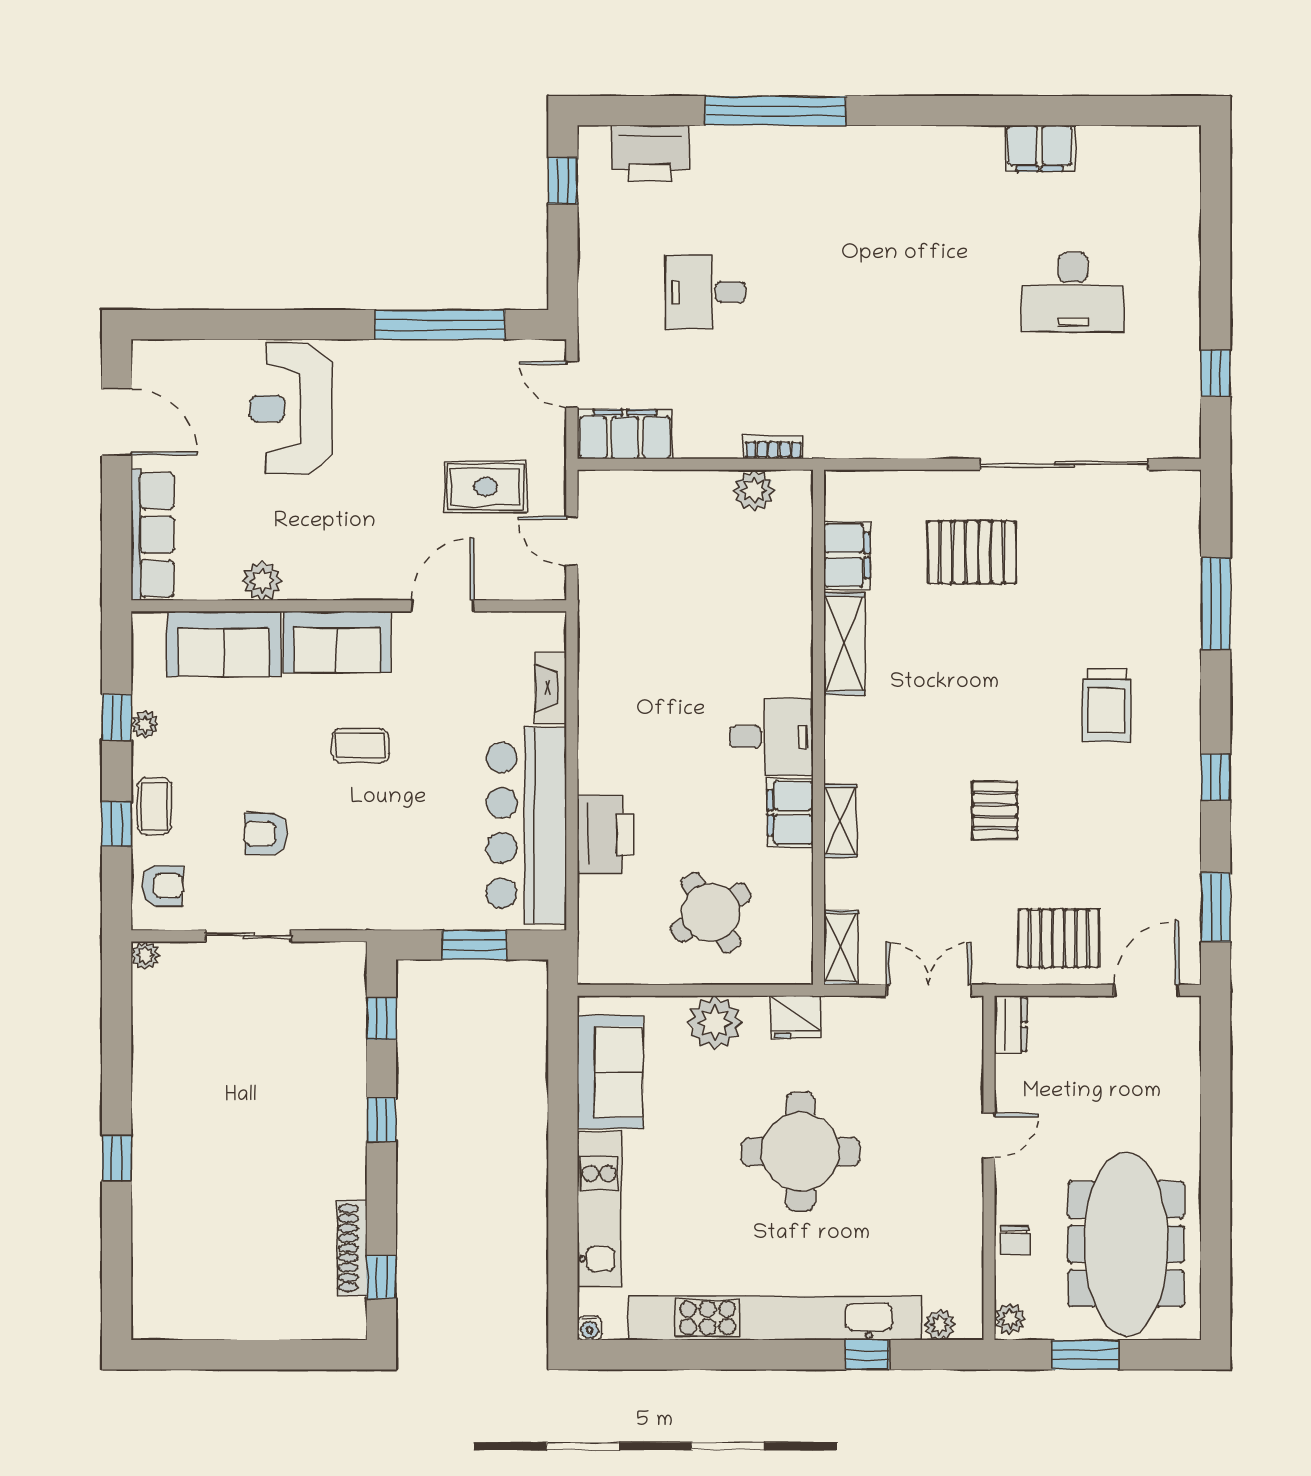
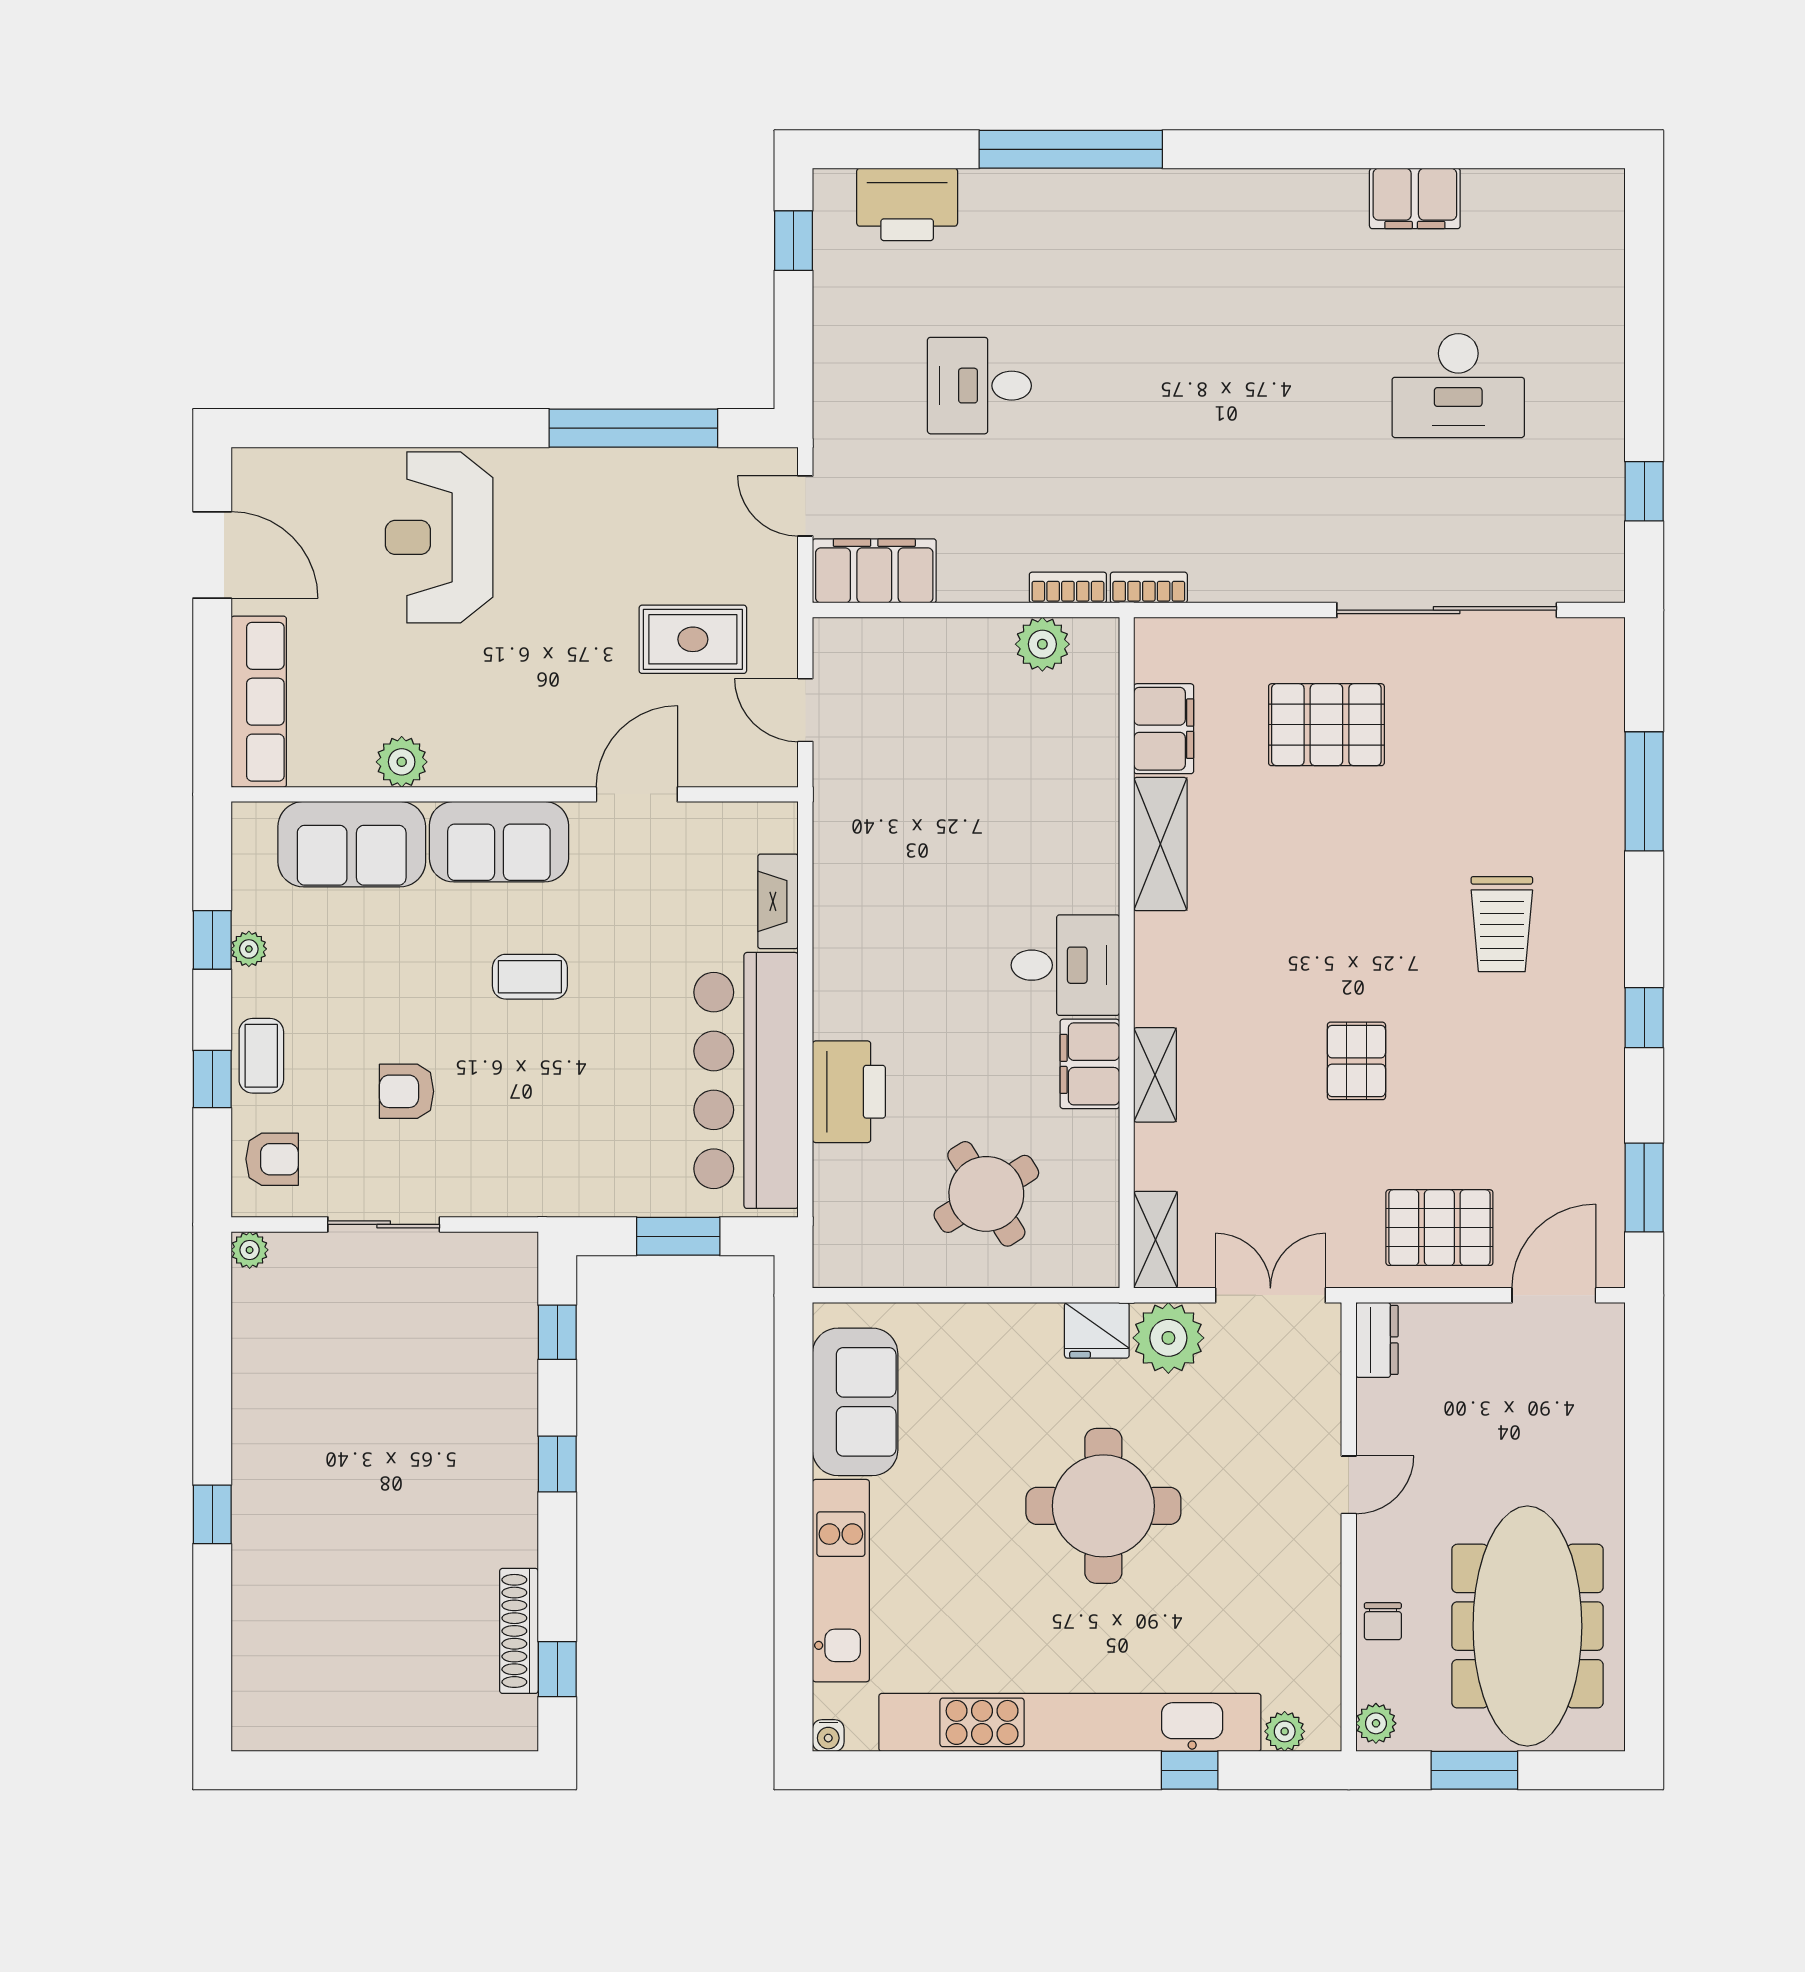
bookcase: (836, 447) -> (1149, 588), added
plant: (715, 1023) -> (1168, 1338), moved

